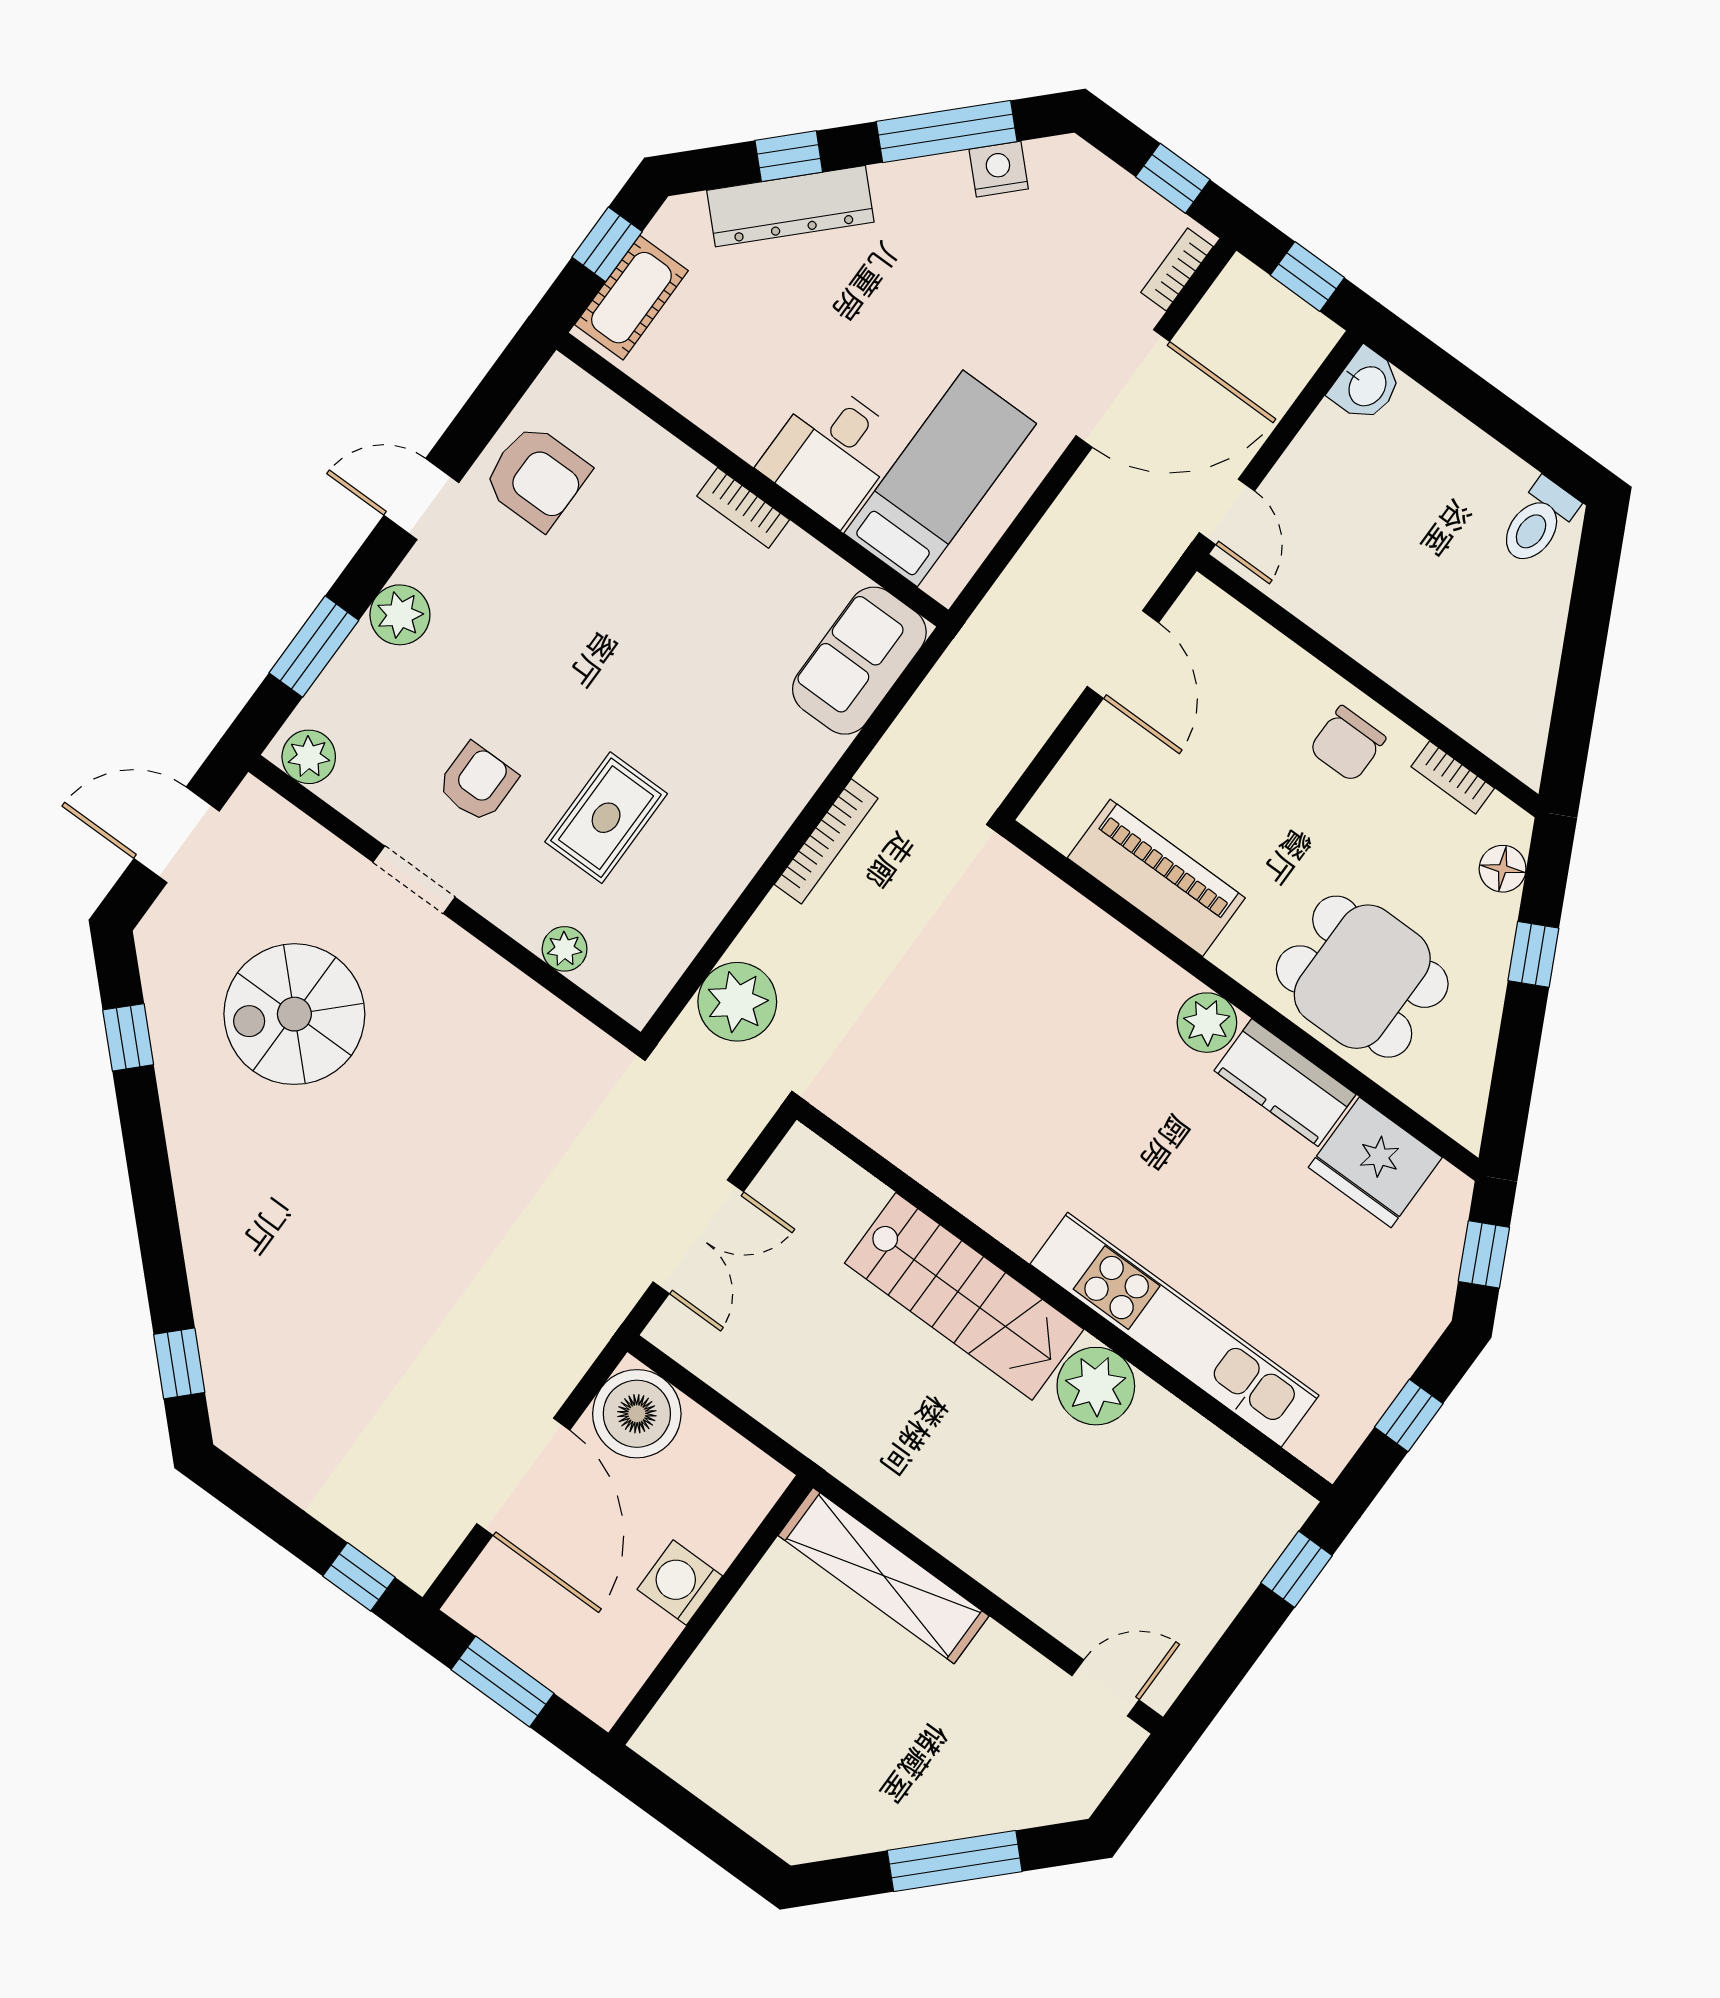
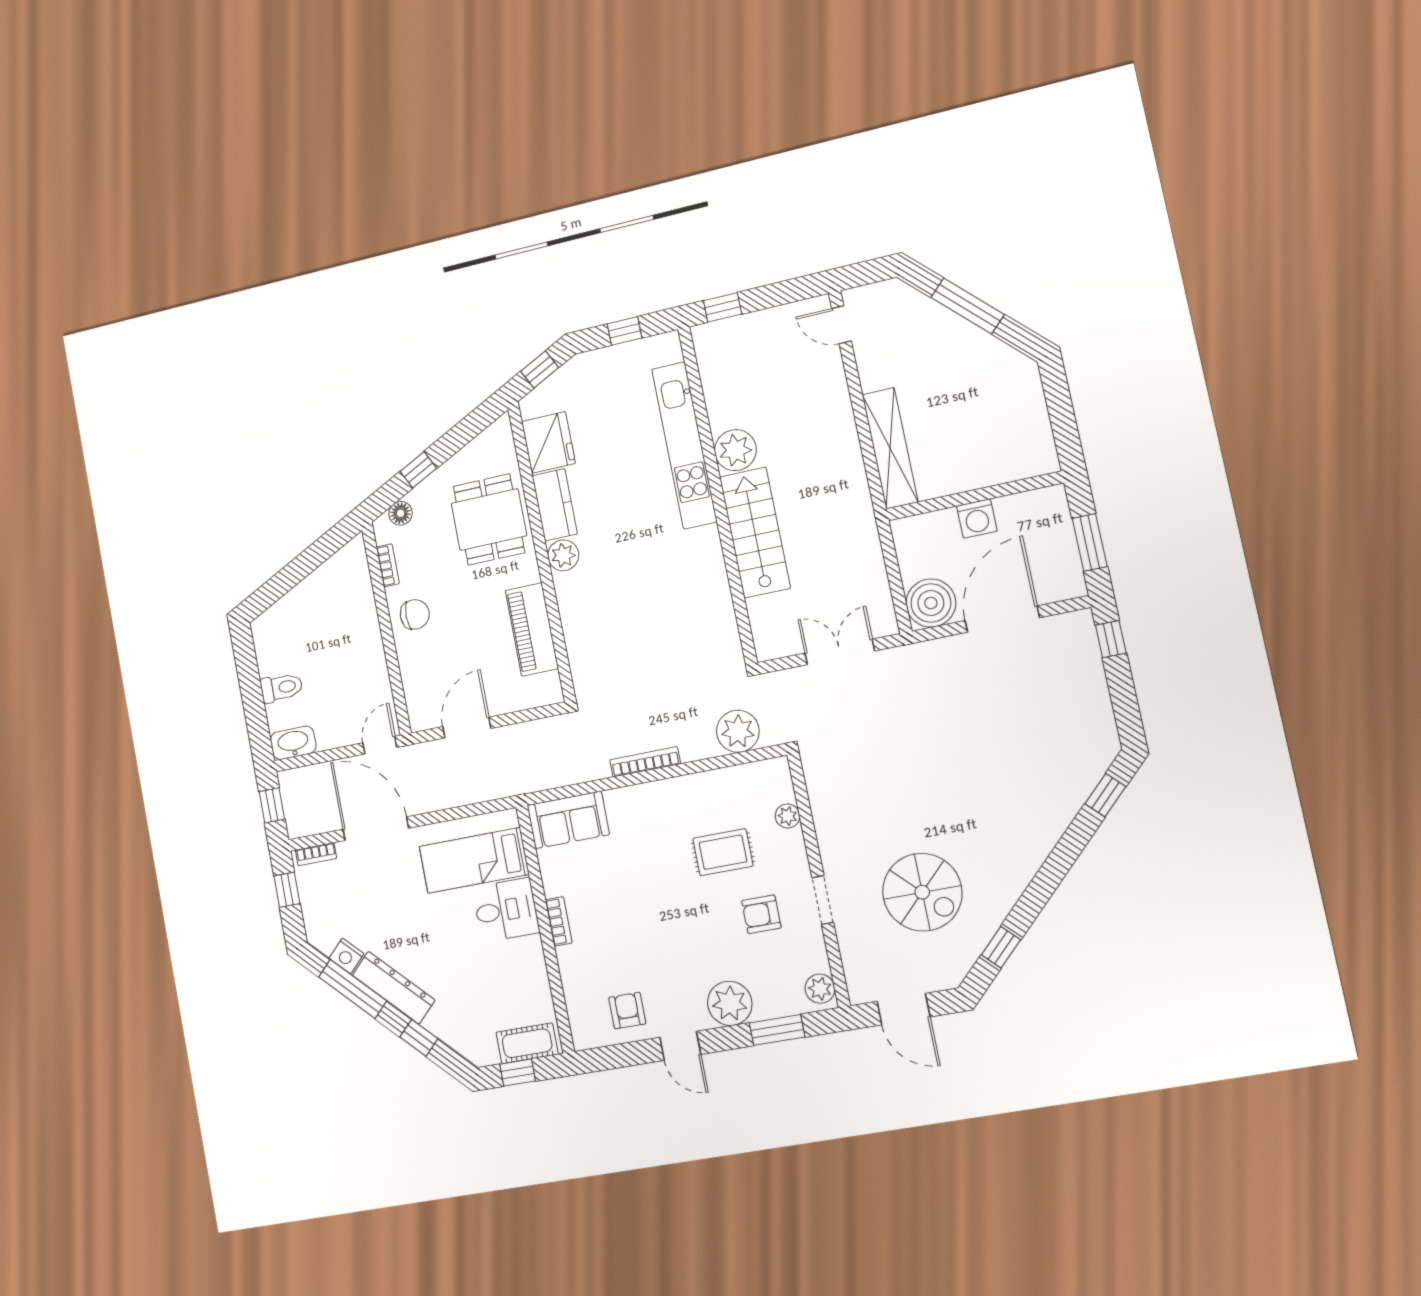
dresser: (790, 206) -> (394, 988), moved
washbasin: (1366, 385) -> (293, 743), width x1.38
armchair: (536, 477) -> (627, 1011), width x0.72, depth x0.72
toilet: (1538, 522) -> (282, 688), moved
plant: (400, 615) -> (730, 1003), width x1.36, depth x1.36

